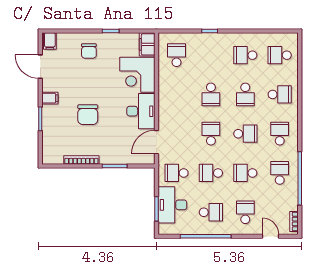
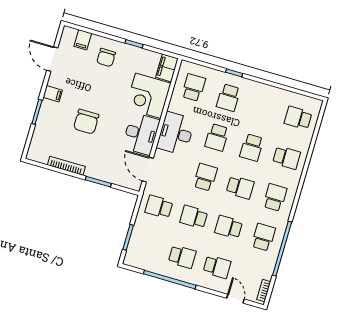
filing cabinet: (50, 41) -> (83, 40), moved
school desk: (245, 55) -> (228, 98), moved, turned -90
door: (157, 142) -> (148, 170), hinge flipped
desk: (172, 205) -> (176, 133), moved
school desk: (245, 212) -> (217, 267), turned 90

